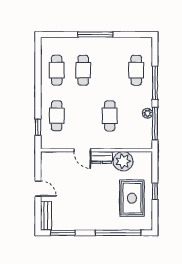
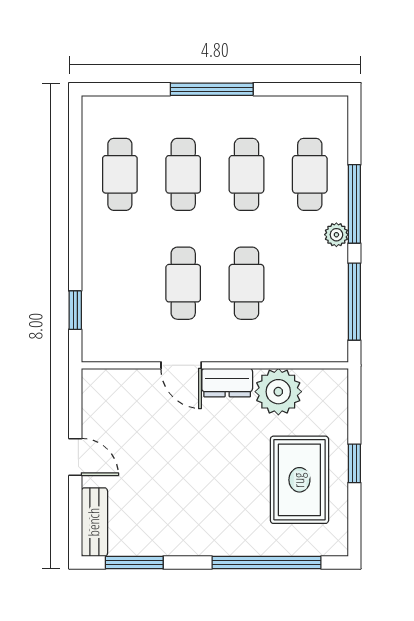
cafe table: (110, 70) -> (246, 174), added
plant: (147, 113) -> (336, 235), moved
cafe table: (57, 116) -> (183, 283), moved

